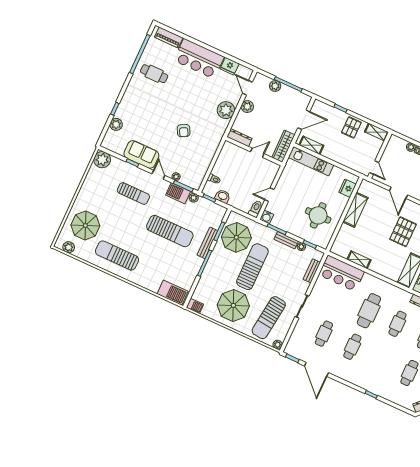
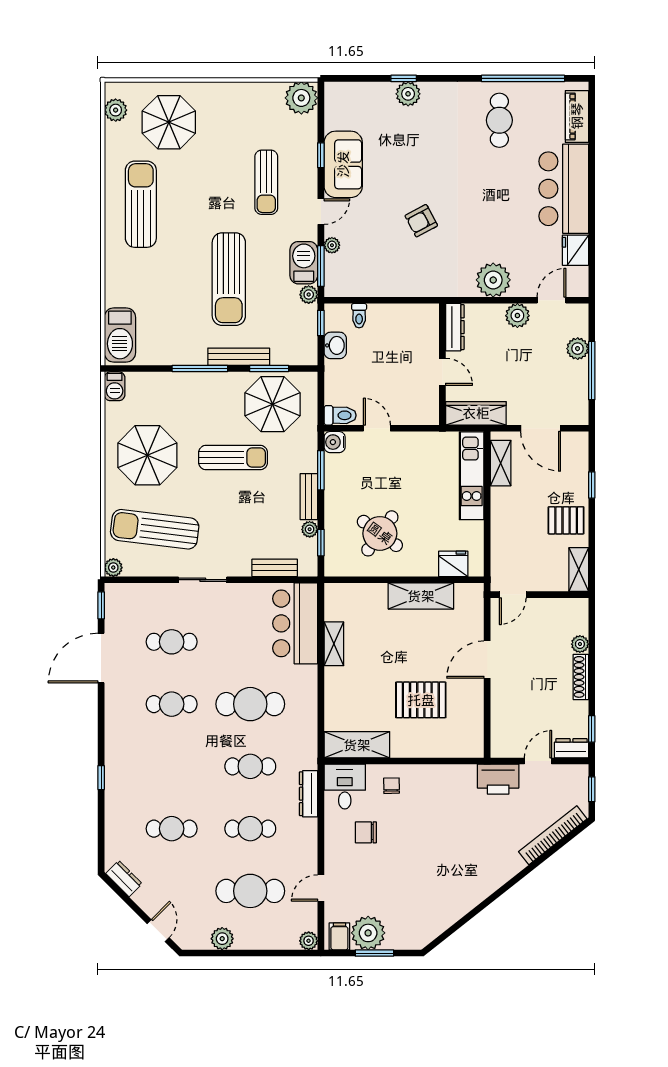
plant: (116, 124) -> (408, 94), moved
round table: (318, 215) -> (380, 533), turned 36
sun lounger: (252, 267) -> (233, 458), width x0.73, depth x0.75

